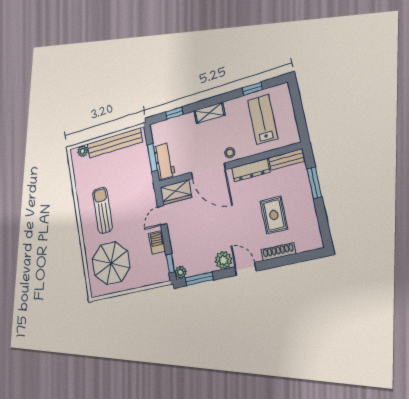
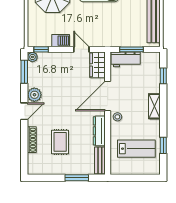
rug: (274, 215) -> (60, 142), turned 90

